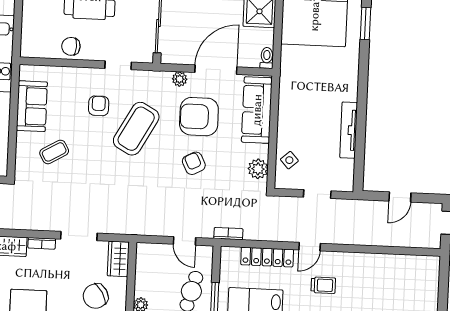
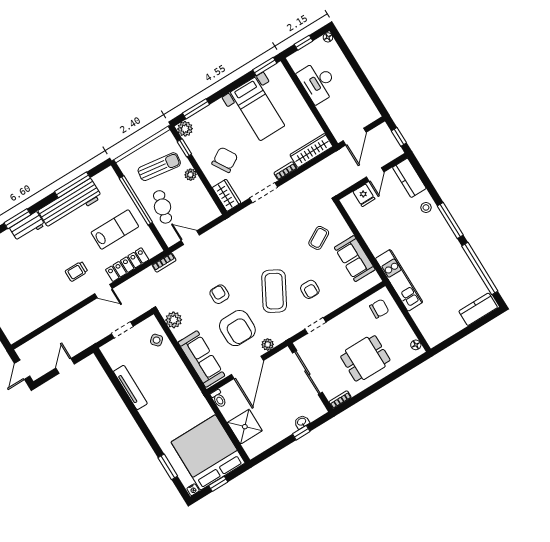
chair: (71, 46) -> (379, 309), moved
armchair: (199, 117) -> (237, 328), turned 90
armchair: (194, 163) -> (219, 294), turned -153
door: (310, 247) -> (103, 291), swing flipped

